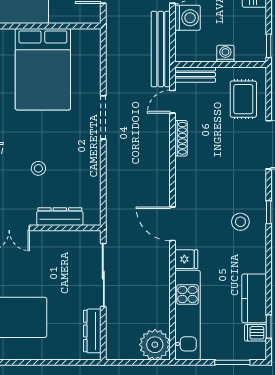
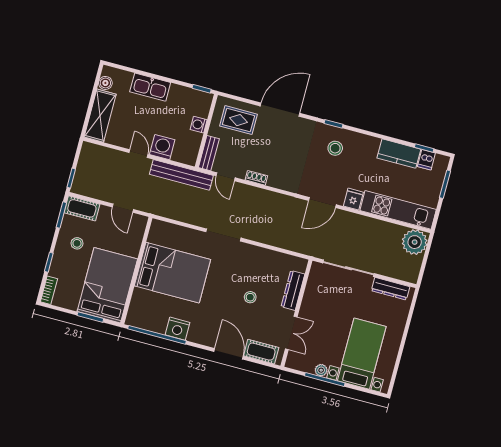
shoe rack: (181, 138) -> (256, 178), width x0.70

